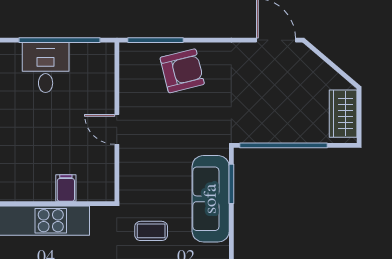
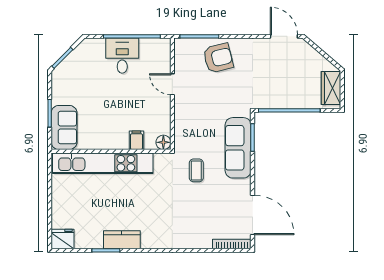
door: (117, 129) -> (172, 84), moved
floor lamp: (104, 191) -> (163, 142), added
coffee table: (151, 231) -> (196, 170), turned 90

